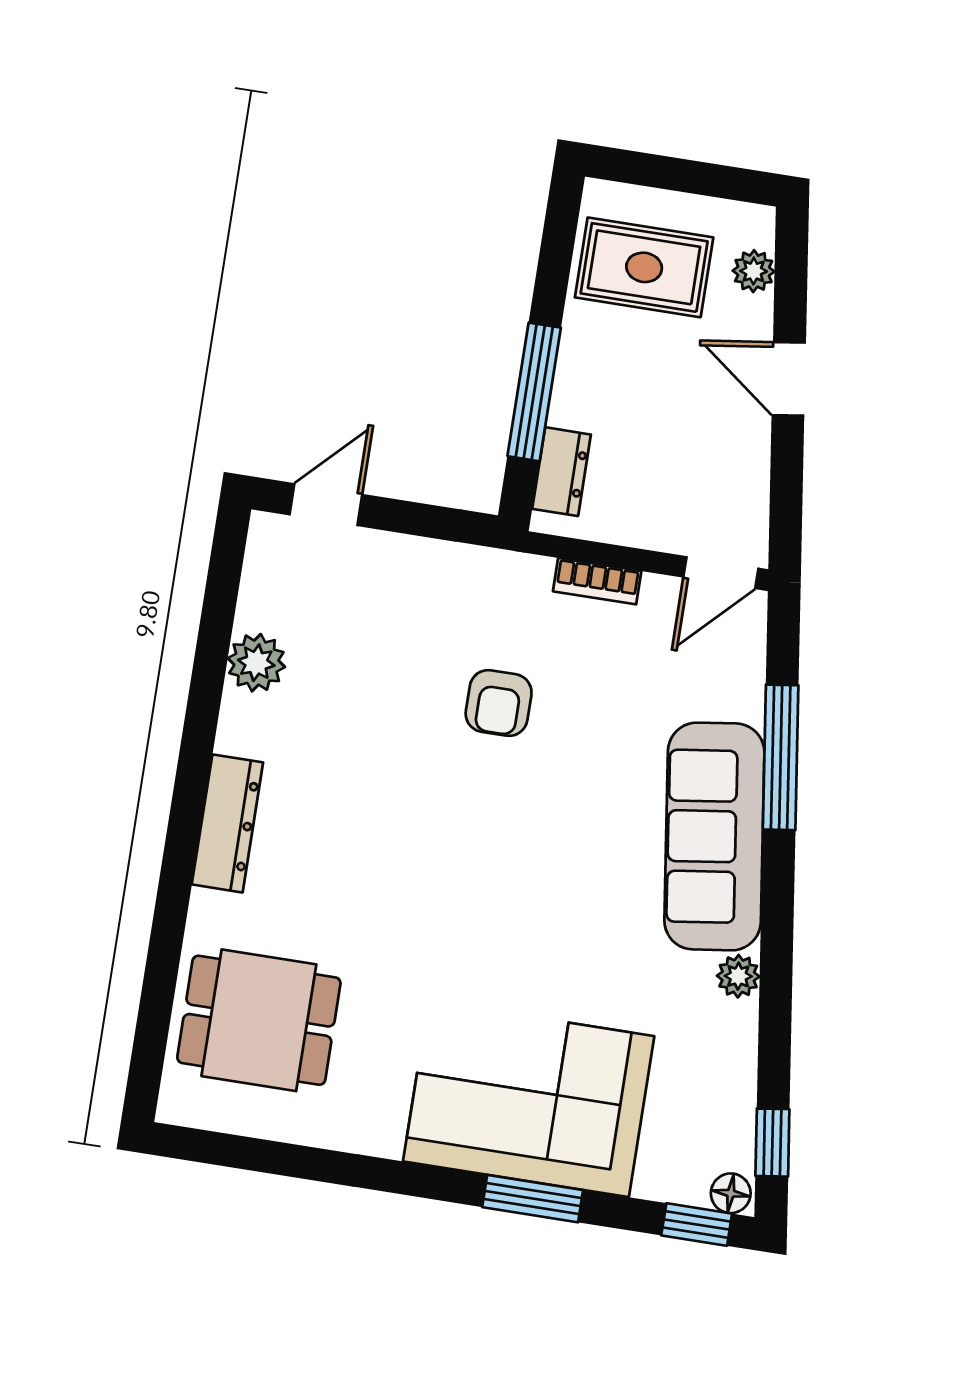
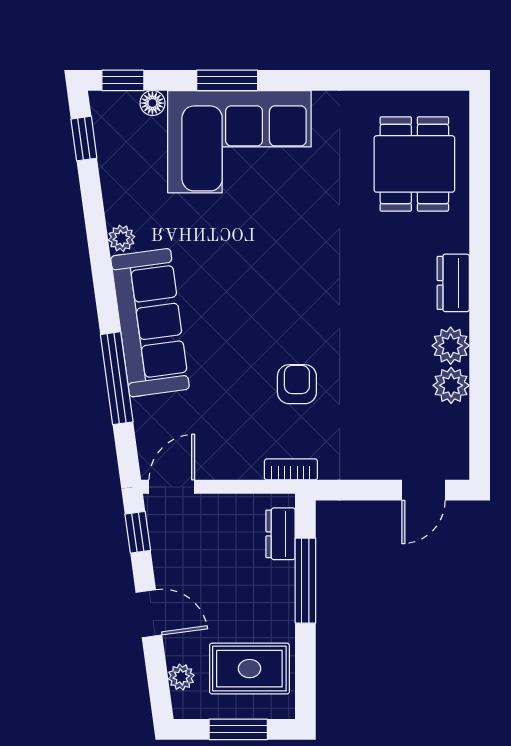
window: (677, 175) -> (238, 729), added
window: (786, 510) -> (138, 532), added
bookcase: (597, 581) -> (291, 469), moved
plant: (247, 725) -> (451, 346), added
dresser: (227, 823) -> (453, 283), width x0.70
dining table: (259, 1020) -> (414, 164), turned 90
floor lamp: (731, 1193) -> (152, 103), moved

